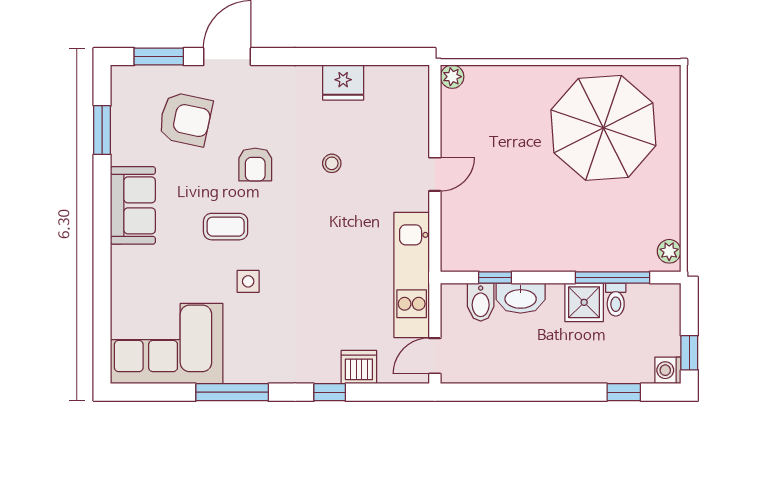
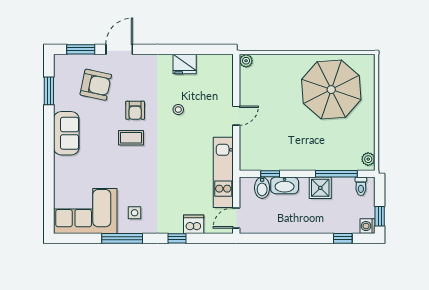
coffee table: (226, 227) -> (131, 138), moved
side table: (248, 281) -> (135, 213), moved
toilet: (616, 300) -> (361, 186), moved

